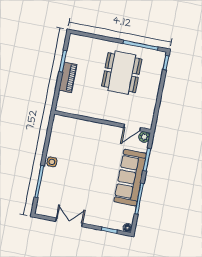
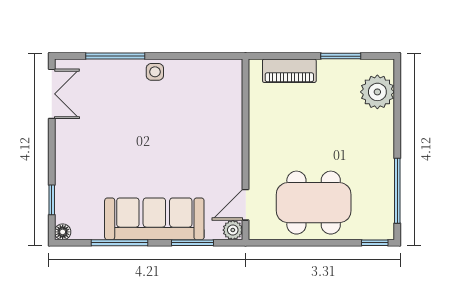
plant: (86, 45) -> (377, 92), added
dining table: (122, 73) -> (314, 203), moved
piano: (68, 77) -> (289, 71), moved
door: (132, 127) -> (246, 205), hinge flipped
double door: (69, 222) -> (52, 94), moved

